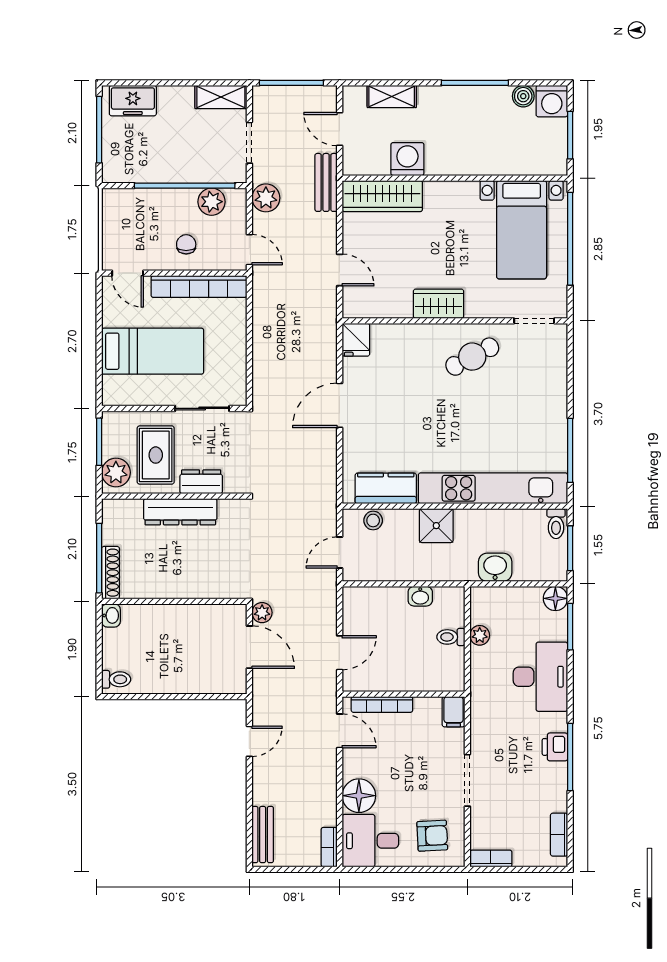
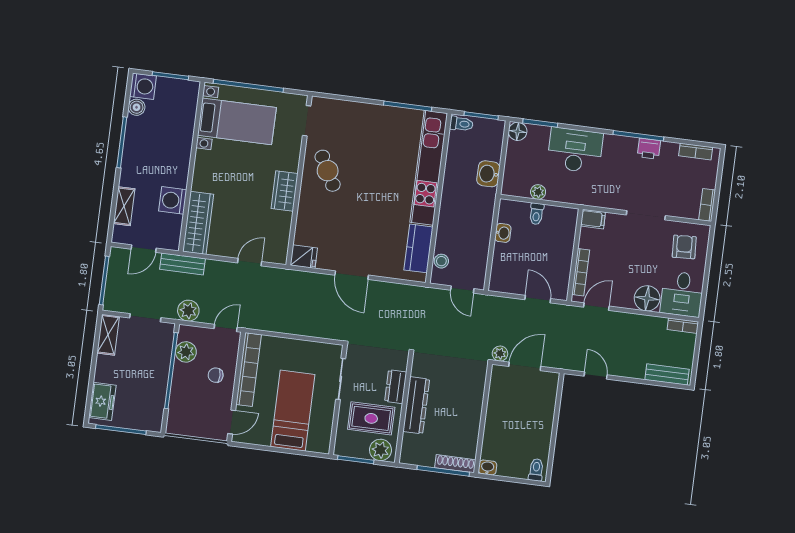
shower: (436, 526) -> (451, 214), removed
printer: (555, 747) -> (649, 149), moved

